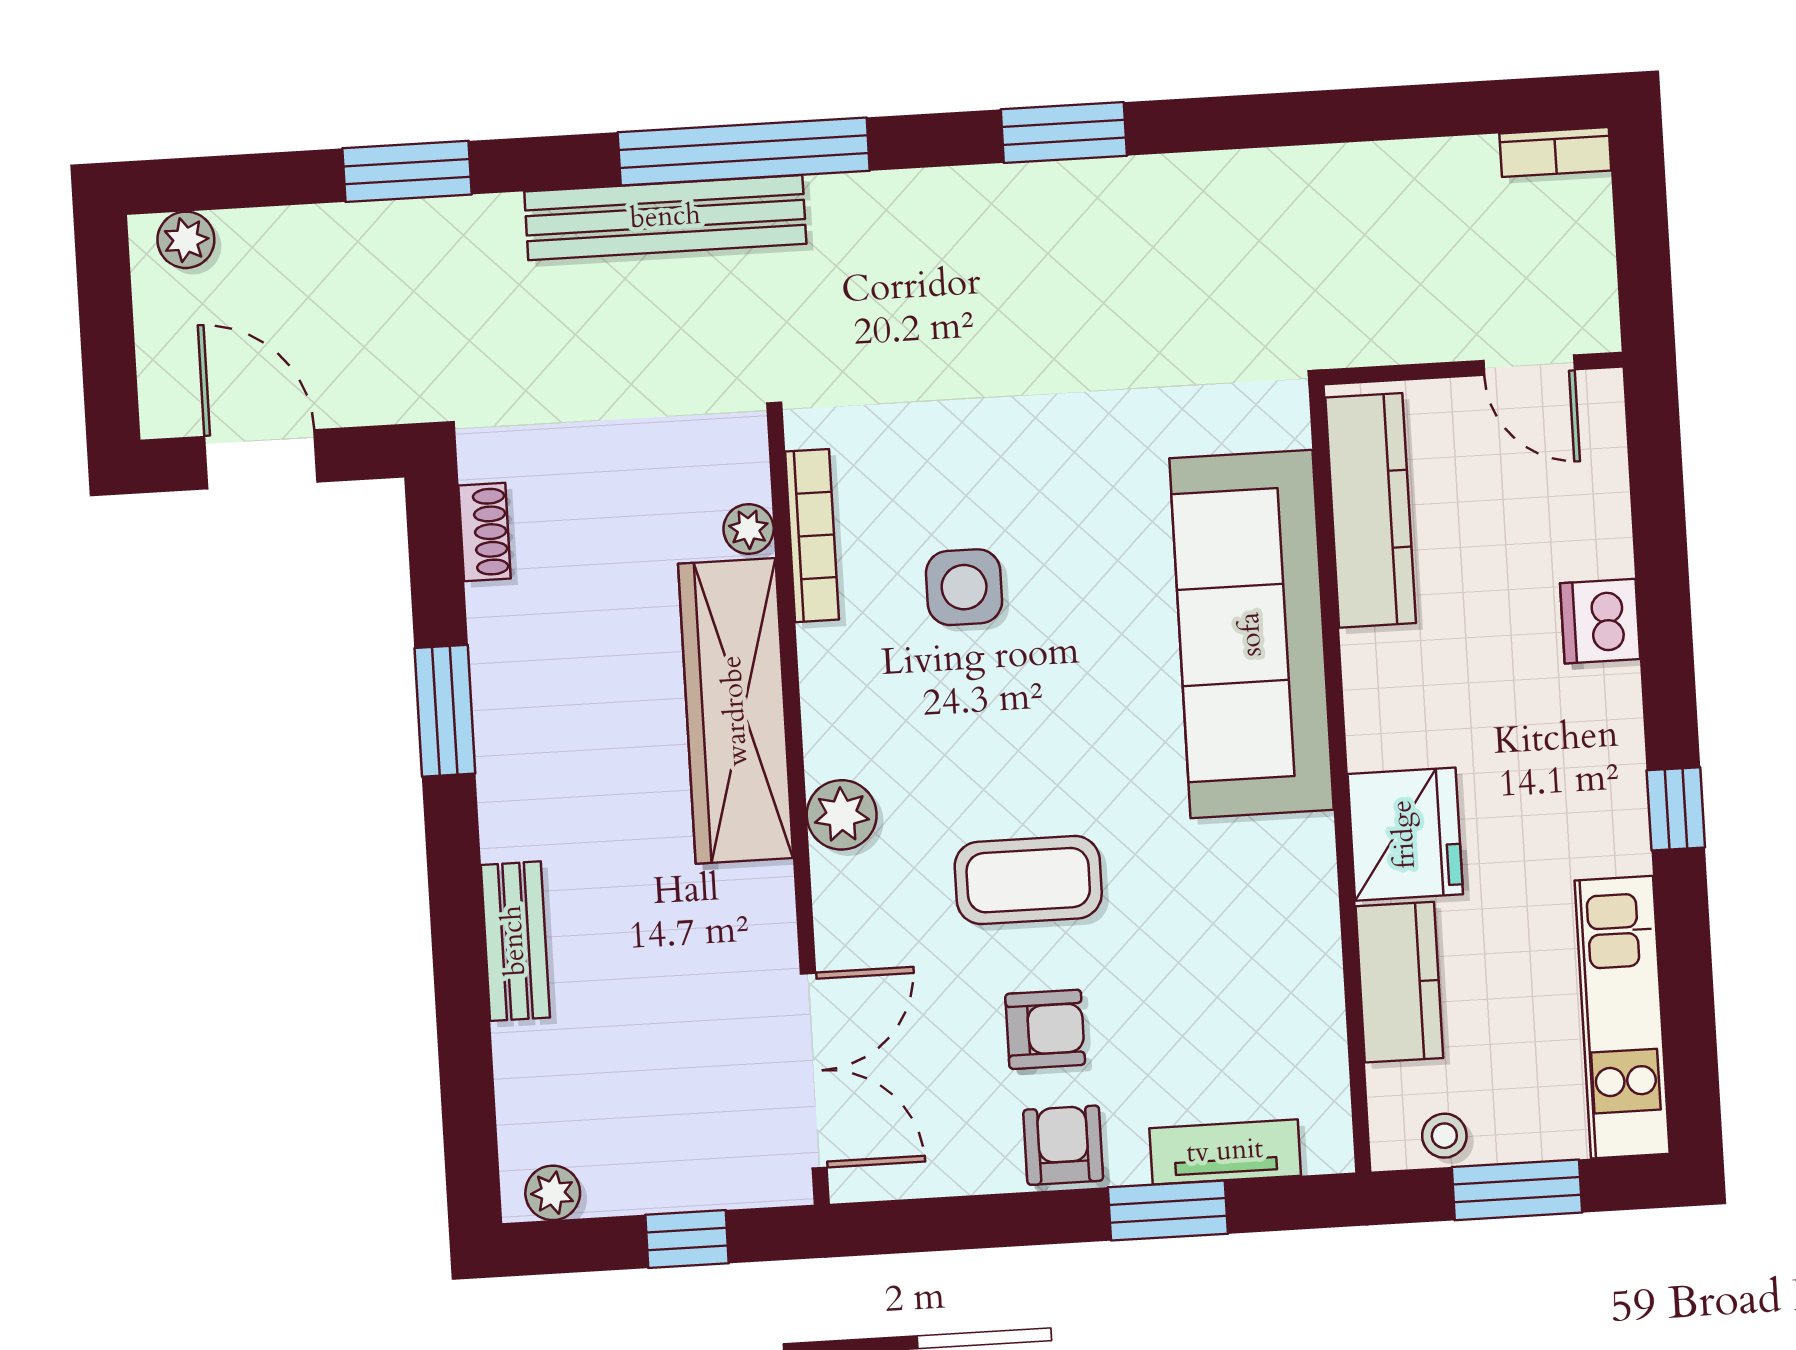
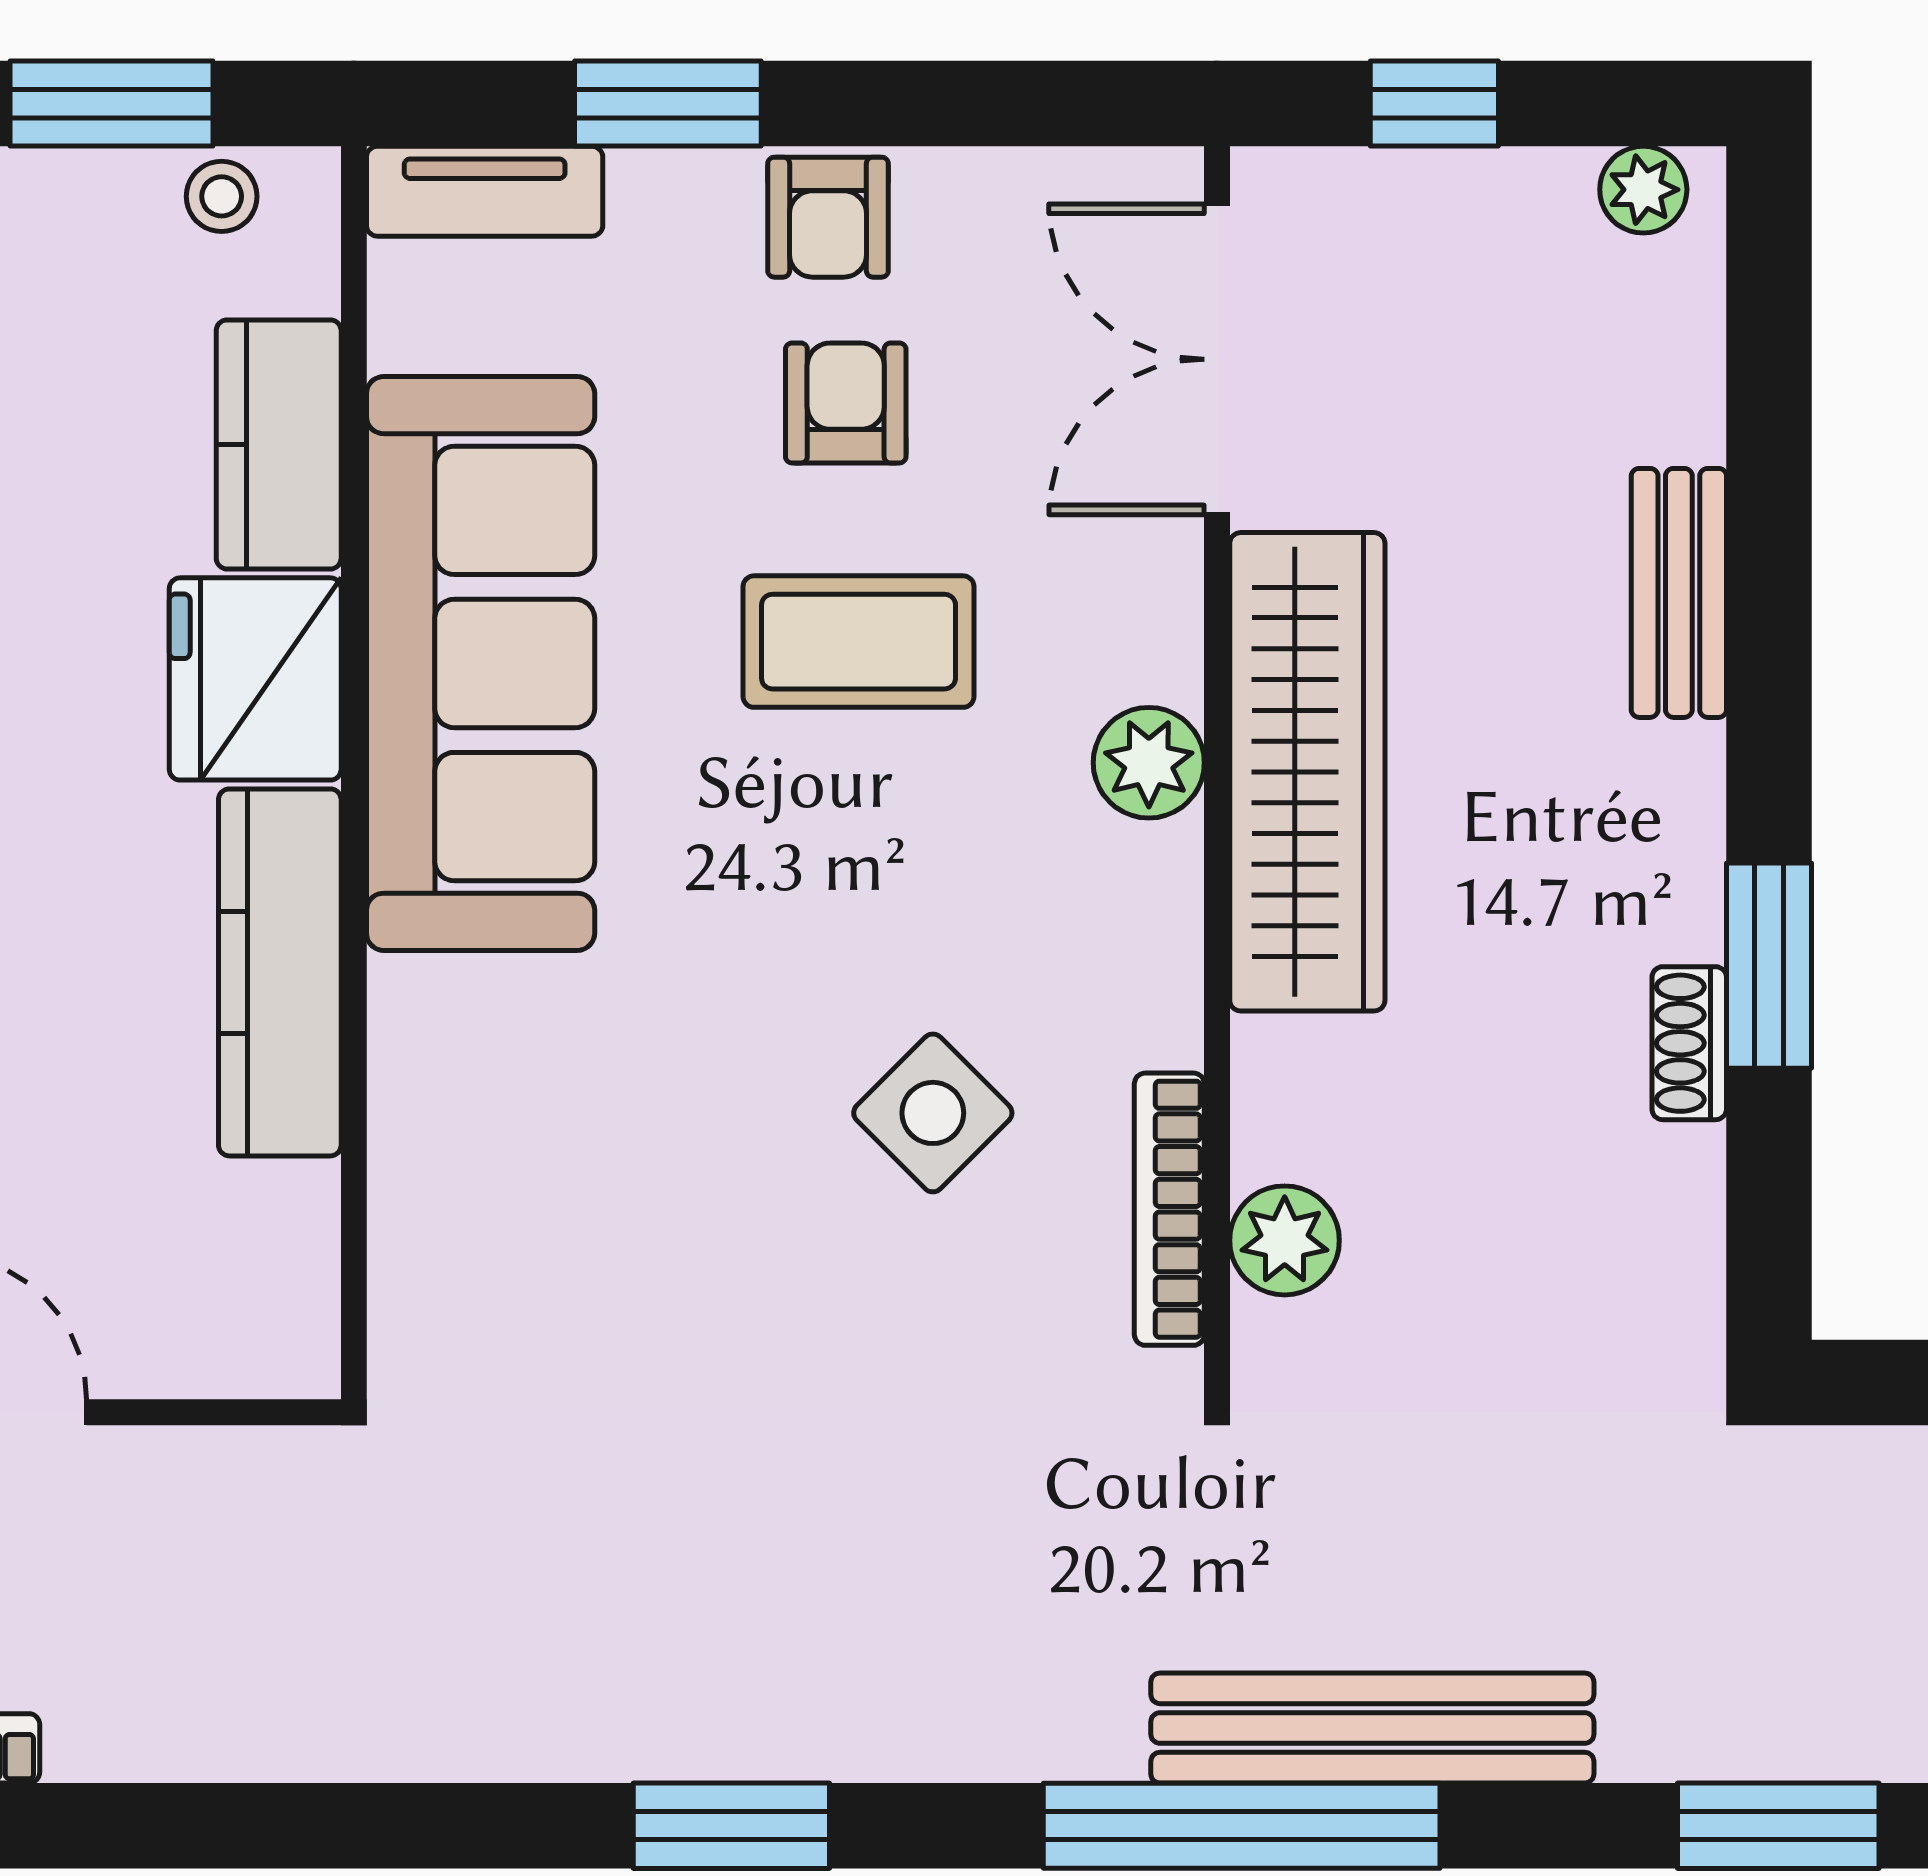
kitchen counter: (1371, 510) -> (280, 972), moved
plant: (749, 529) -> (1285, 1240), width x1.38, depth x1.38
shoe rack: (485, 532) -> (1689, 1043), moved
side table: (964, 587) -> (933, 1113), turned 45
sofa: (1252, 634) -> (481, 663), moved
wardrobe: (736, 711) -> (1307, 772), moved
armchair: (1045, 1029) -> (846, 403), turned 90
tv unit: (1225, 1152) -> (485, 191), moved

